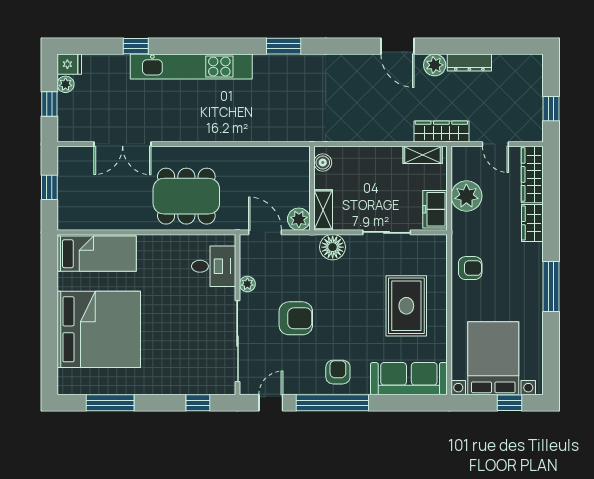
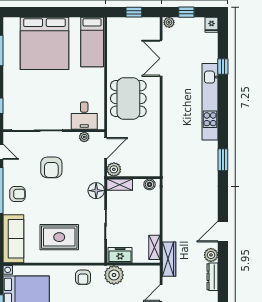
plant: (66, 84) -> (169, 22), moved
plant: (466, 196) -> (114, 275), moved
plant: (247, 284) -> (84, 137), moved

